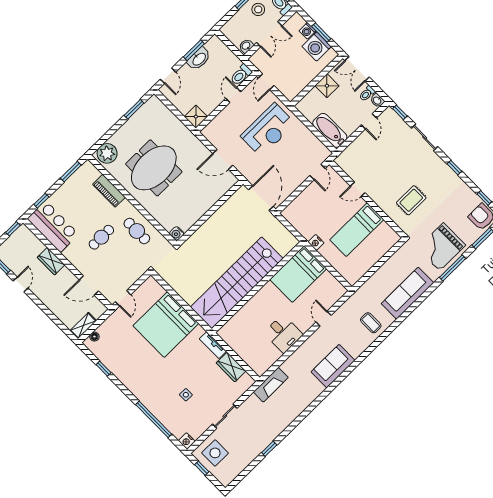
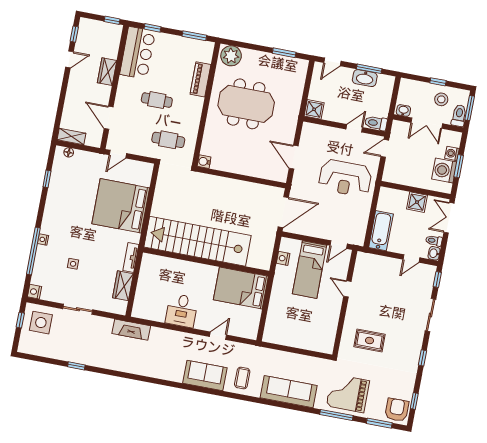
bed: (357, 230) -> (310, 270), moved, turned -90
cafe table: (137, 231) -> (168, 140), moved, turned 90
nightstand: (316, 242) -> (283, 258), moved
sofa: (333, 366) -> (205, 375), moved
nightstand: (150, 405) -> (43, 240), added

